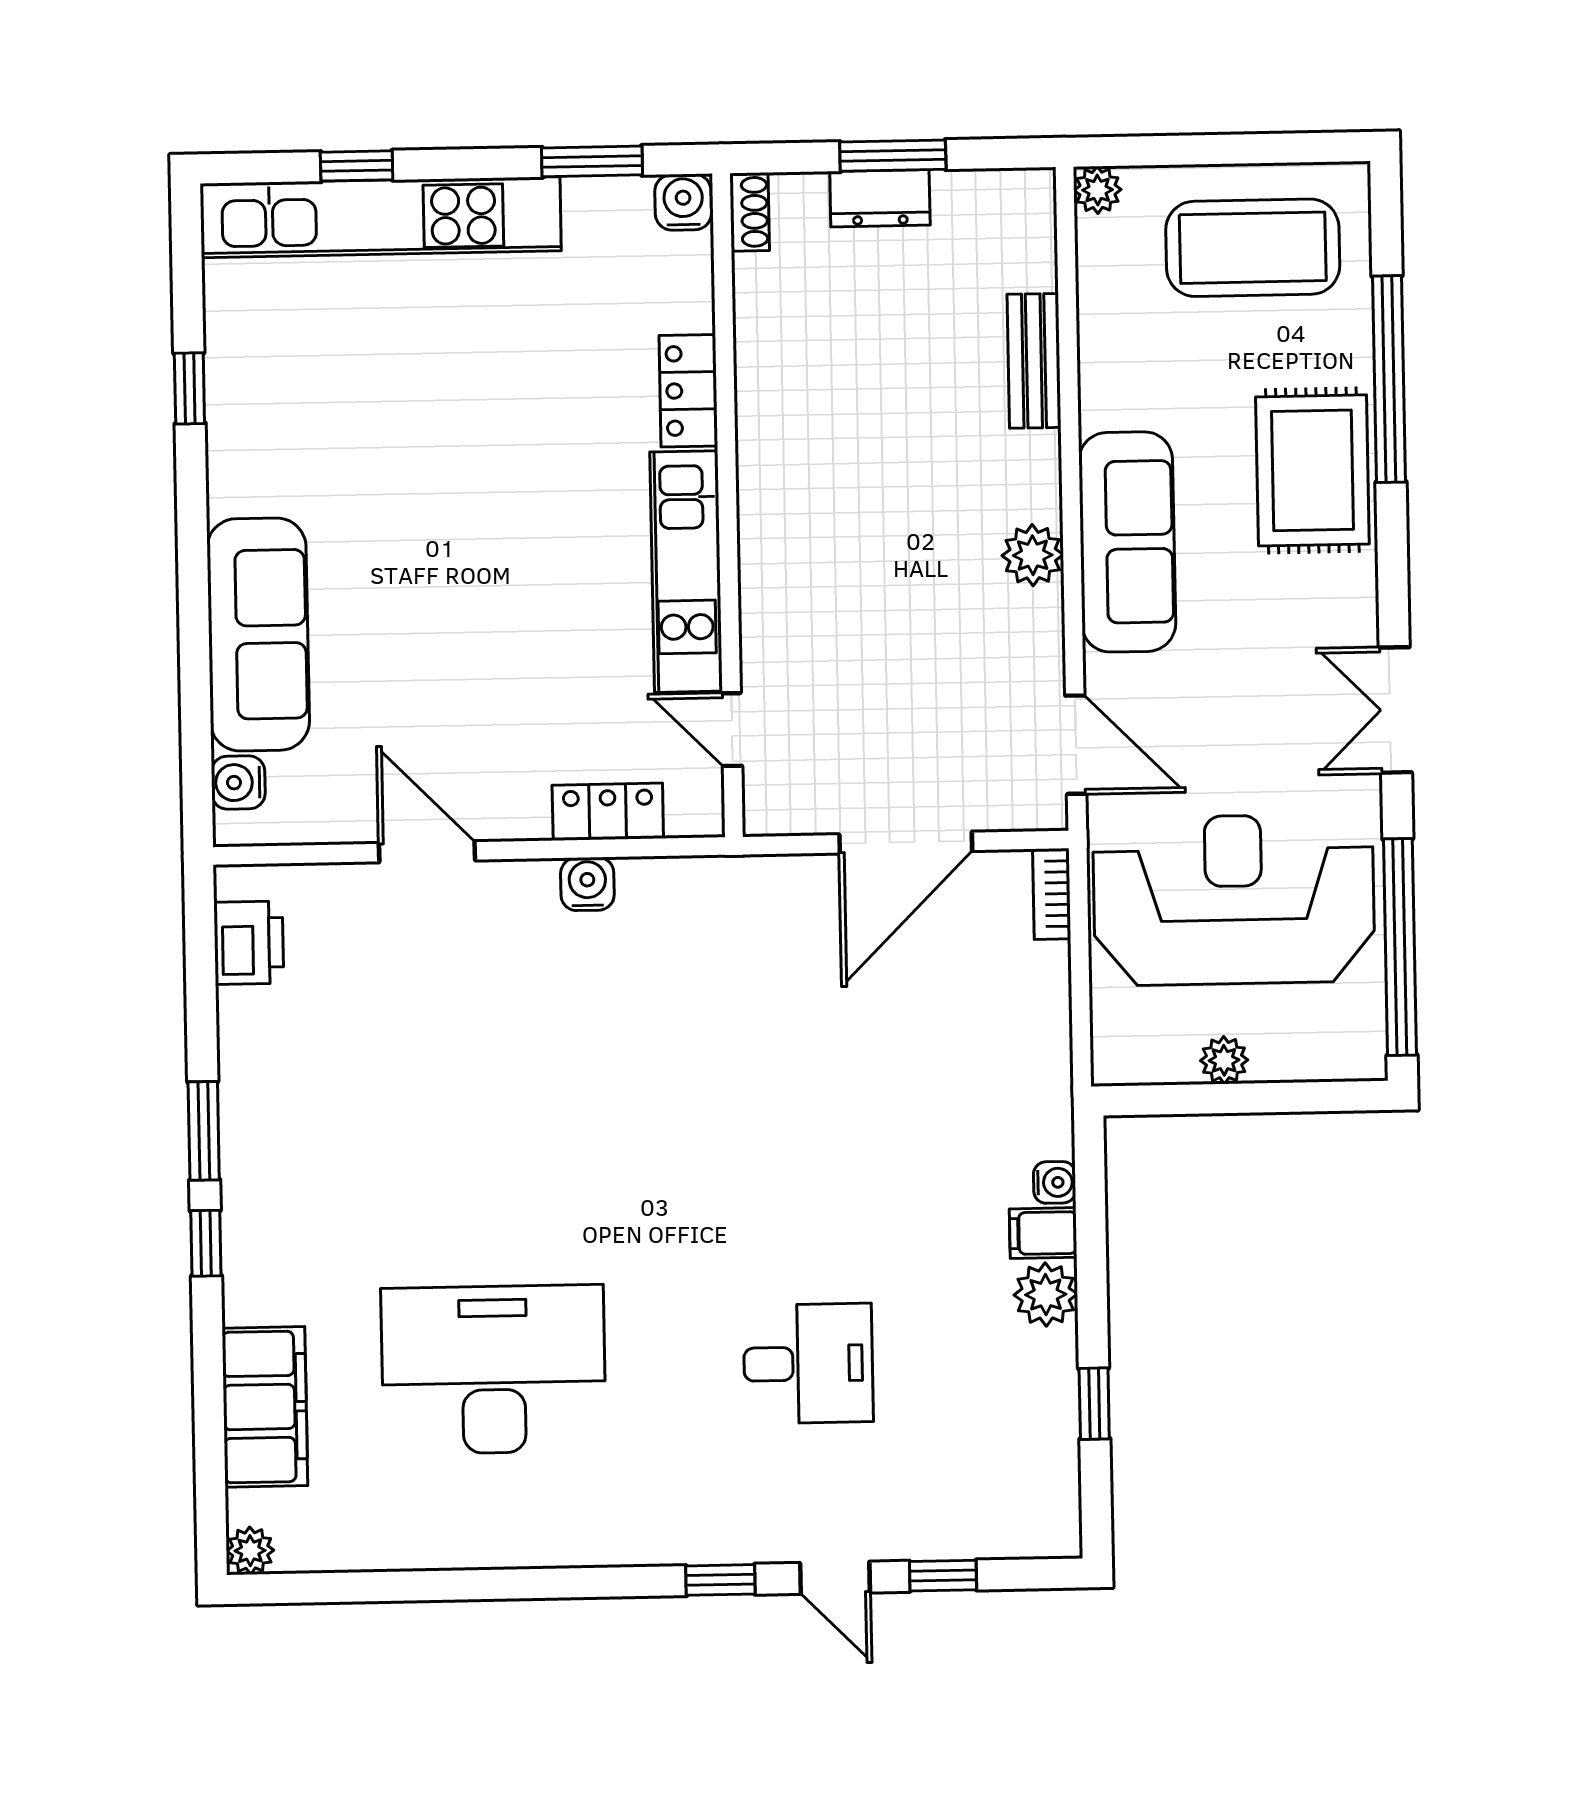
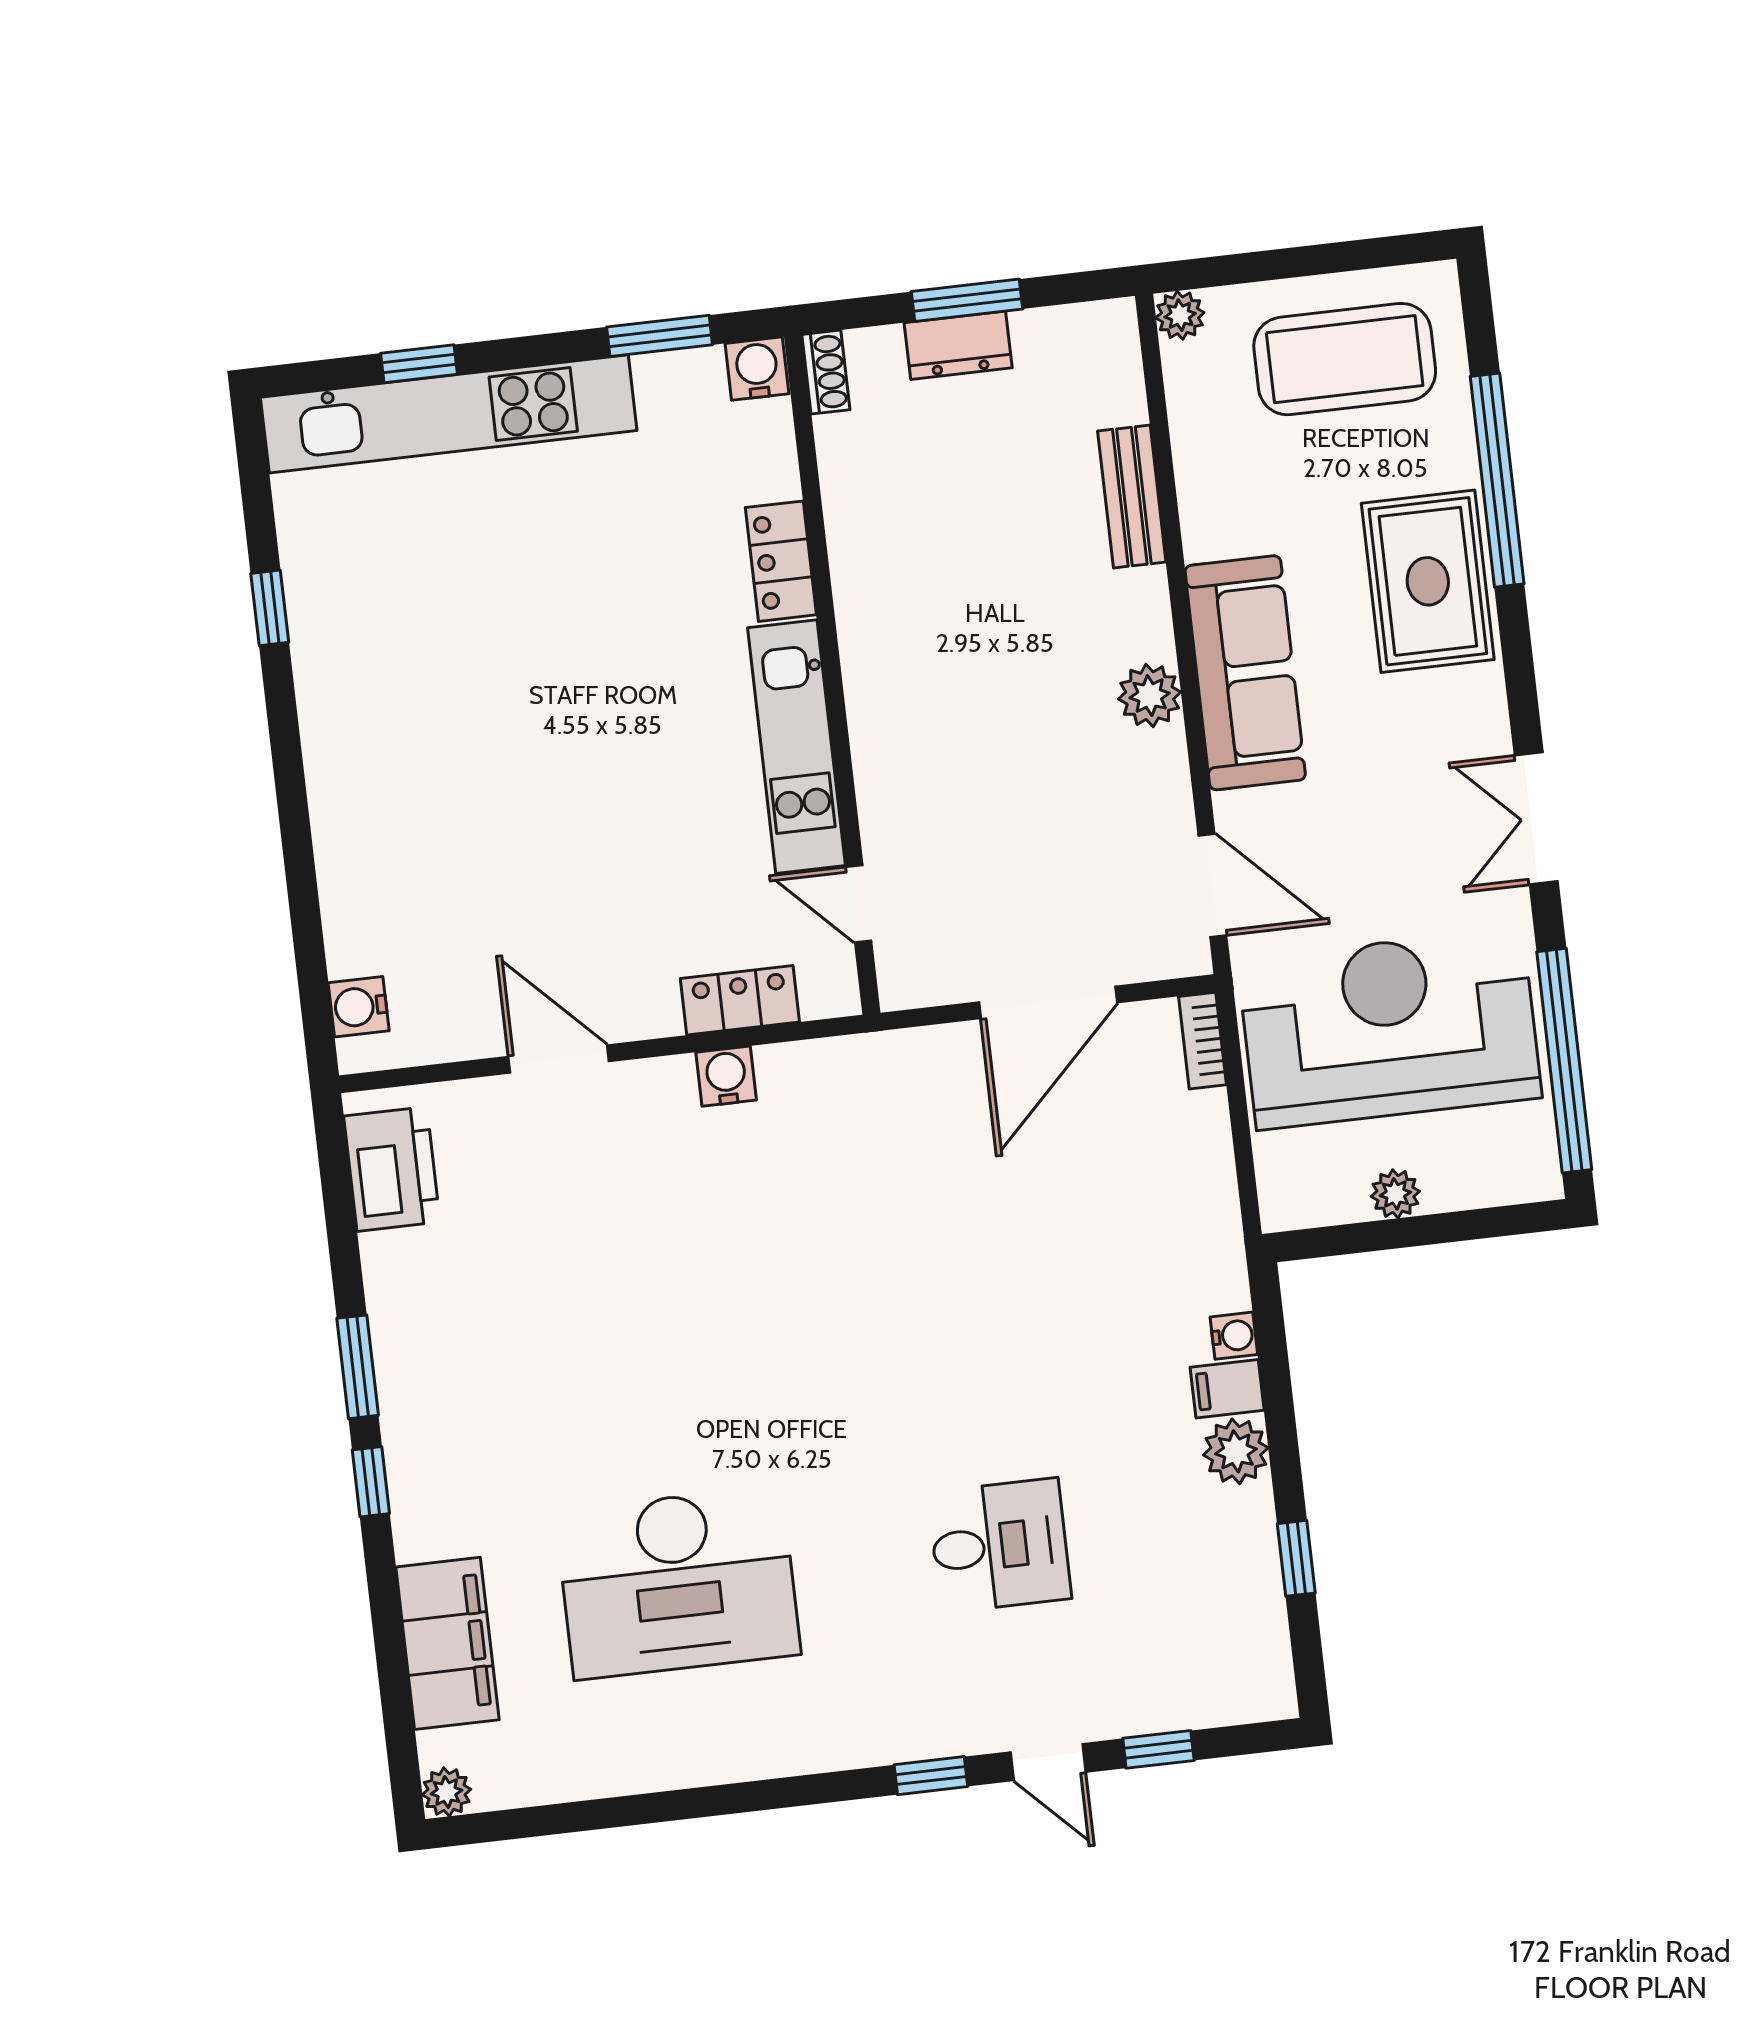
sofa: (258, 634) -> (364, 853), removed
printer: (249, 943) -> (392, 1169), width x1.37, depth x1.19
desk: (494, 1370) -> (678, 1583), turned 180

